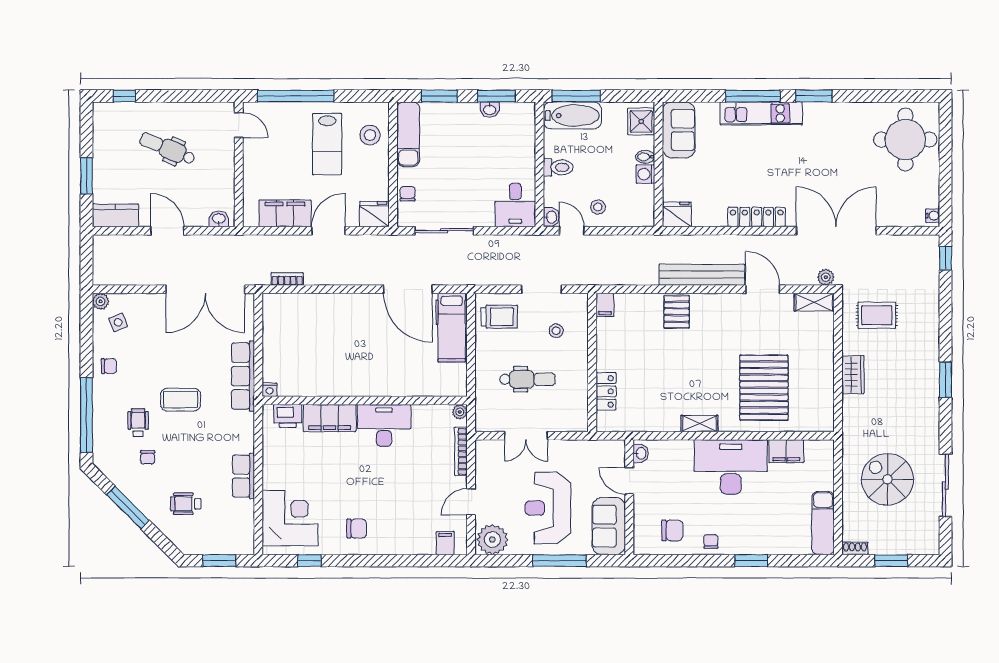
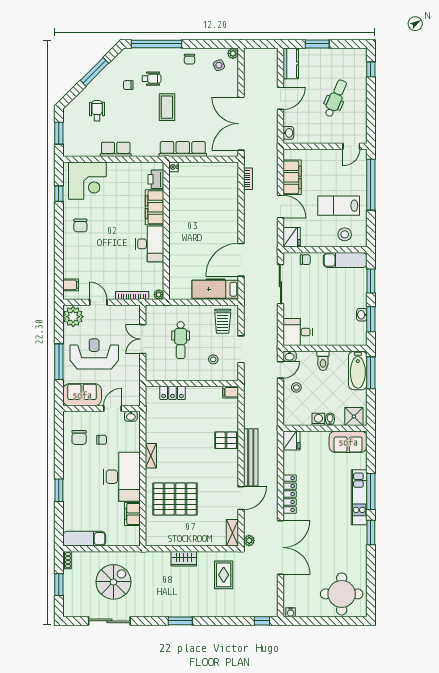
chair: (711, 542) -> (102, 440), moved

